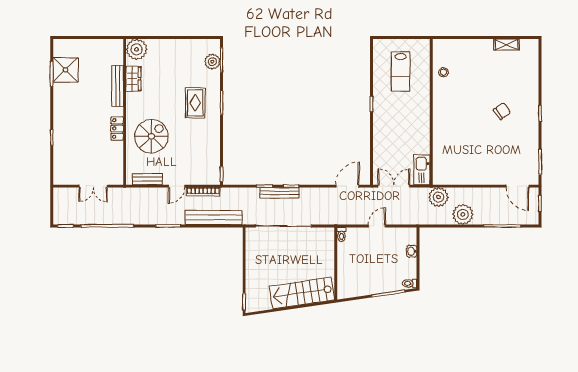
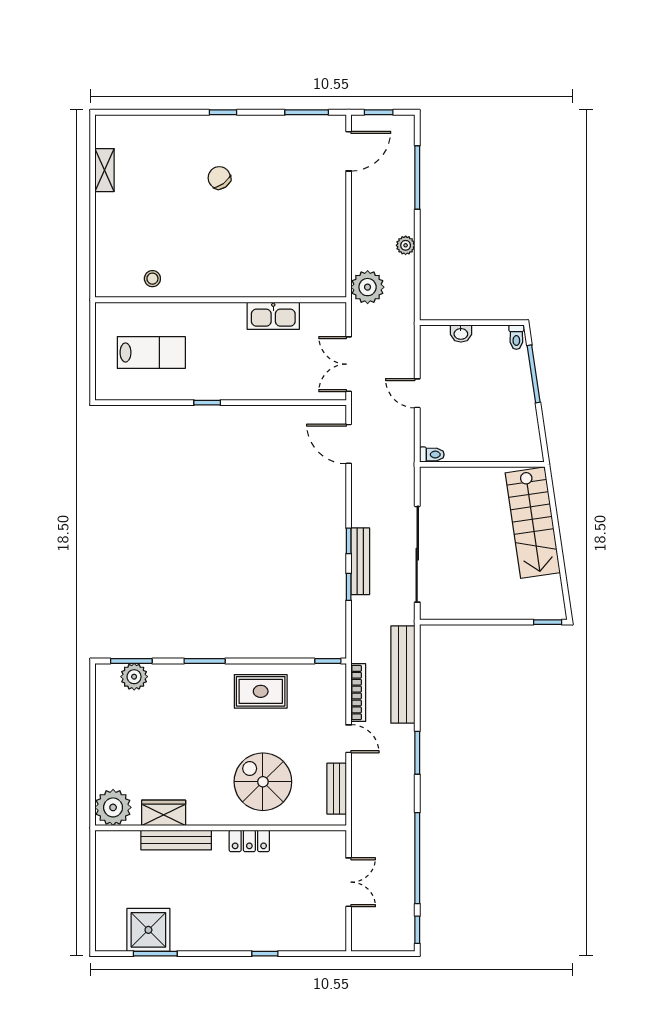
rug: (195, 103) -> (261, 691), moved
kitchen sink: (422, 170) -> (273, 316), moved
plant: (463, 214) -> (406, 245), width x0.53, depth x0.53

